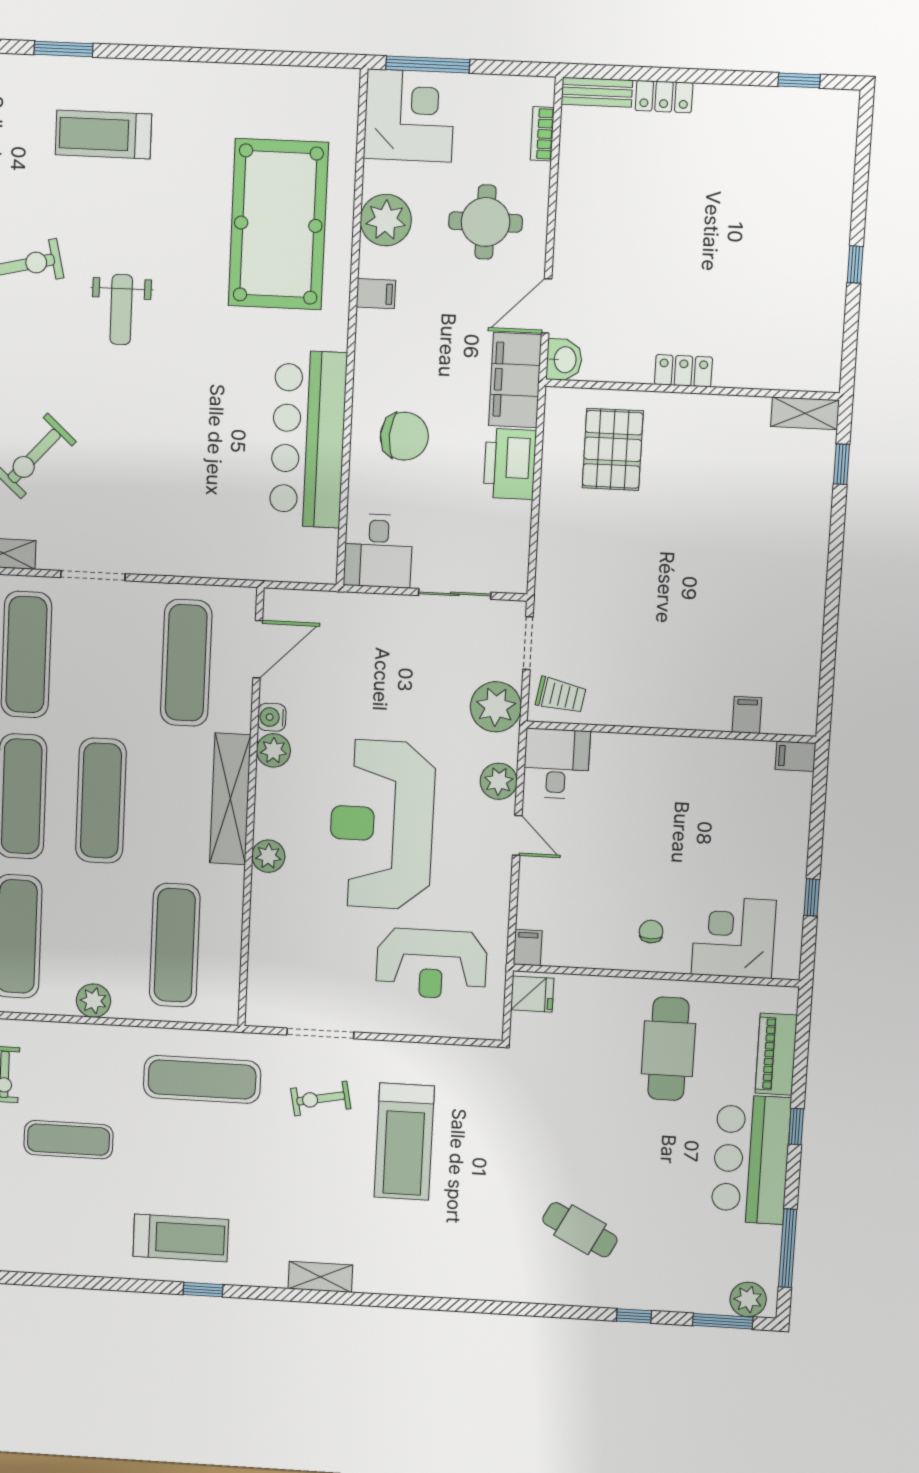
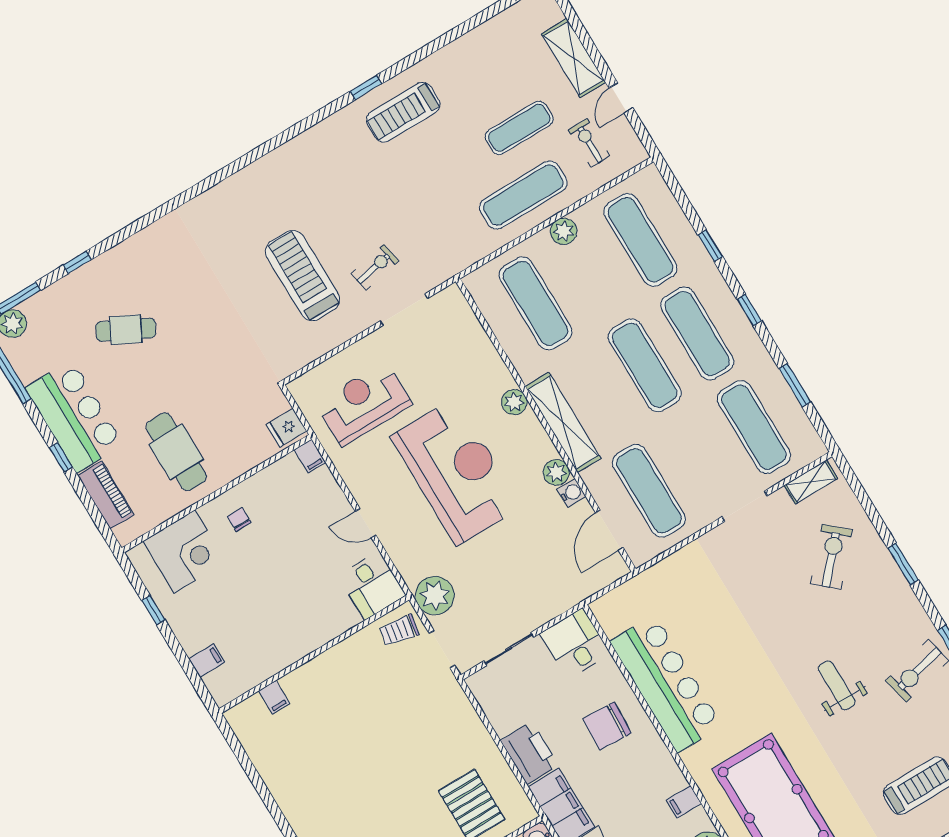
filing cabinet: (795, 756) -> (207, 661), moved
plant: (499, 781) -> (401, 550), removed
chair: (651, 932) -> (239, 519), turned 180
exercise mat: (202, 1079) -> (523, 195), moved
cafe table: (580, 1230) -> (126, 330), moved
shelving: (320, 1277) -> (296, 149), removed

